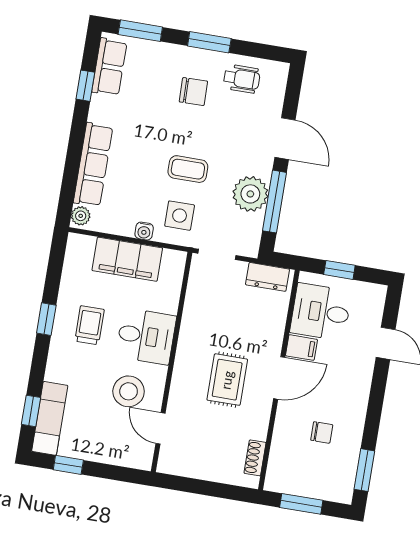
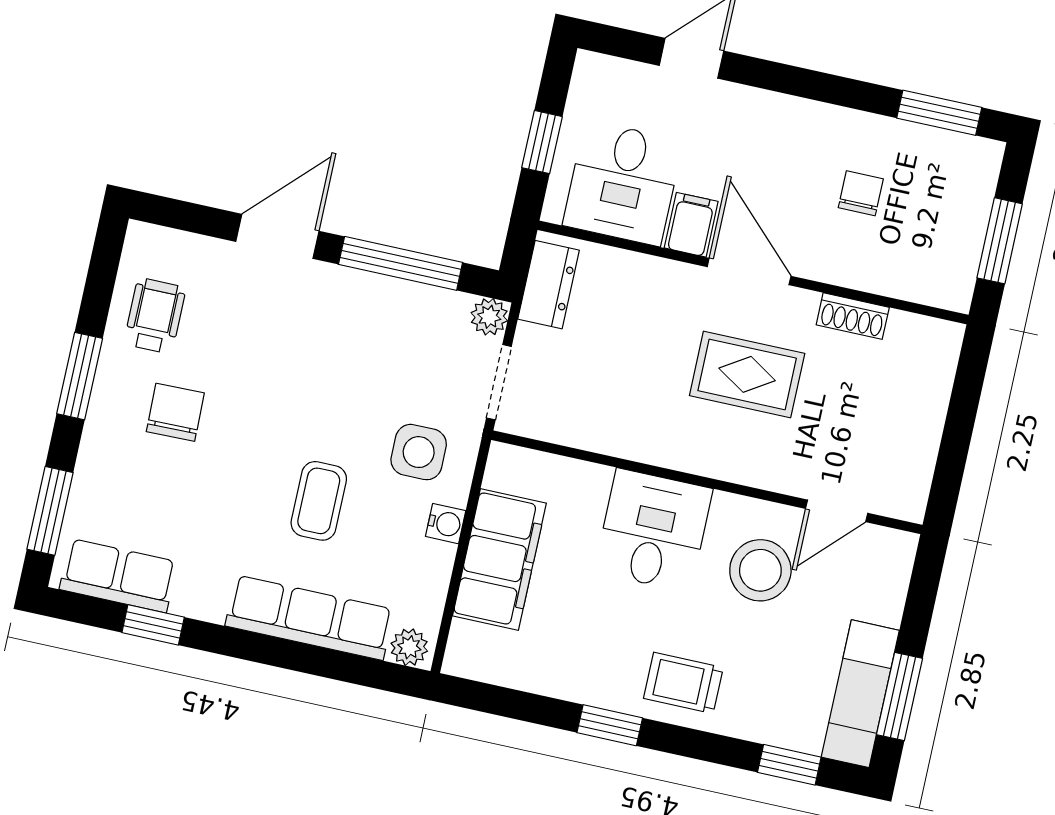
coffee table: (188, 169) -> (319, 501), moved
plant: (250, 194) -> (489, 317), moved, width x0.53, depth x0.53
trolley: (90, 325) -> (683, 683), moved
exam couch: (50, 418) -> (860, 694), moved, turned -90
shoe rack: (255, 458) -> (853, 316), moved
window: (68, 465) -> (899, 696), width x1.50

